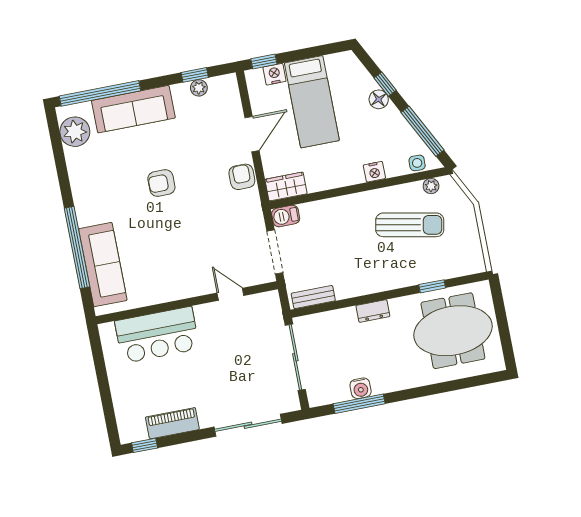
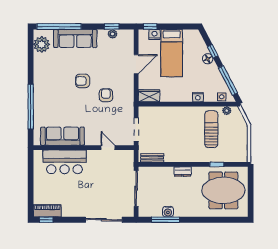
armchair: (242, 177) -> (106, 95), moved
barbecue: (286, 216) -> (146, 112), removed
sun lounger: (410, 225) -> (211, 129), turned -101
sofa: (103, 265) -> (62, 136), moved, turned -90
piano: (172, 423) -> (47, 211), moved

